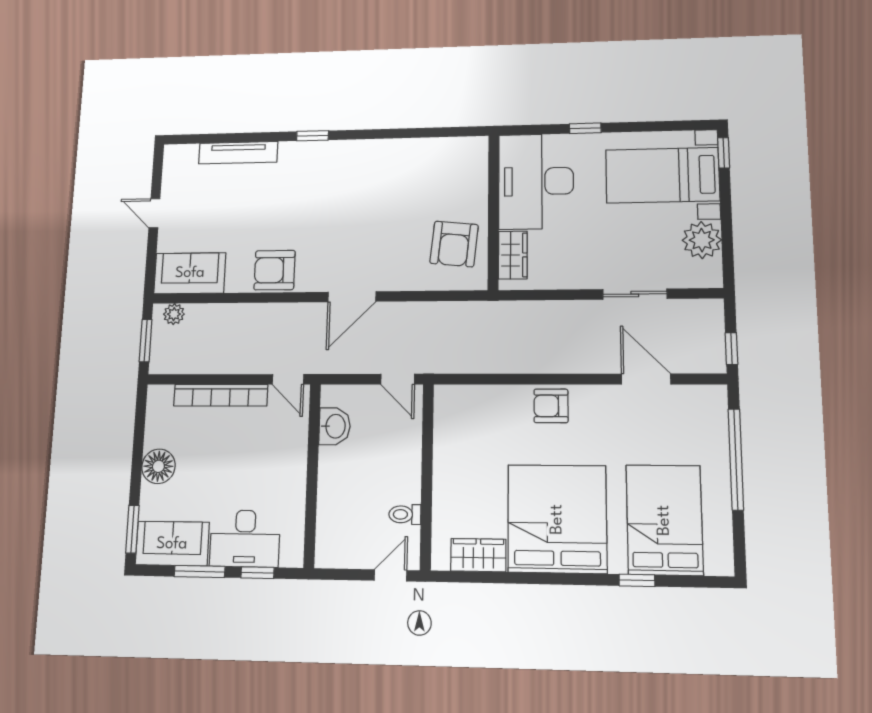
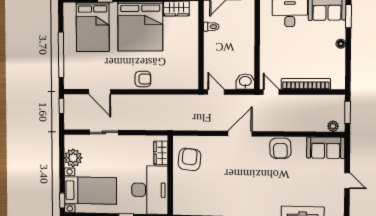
armchair: (275, 270) -> (280, 148), turned 88
washbasin: (335, 426) -> (245, 82), moved, turned 90
floor lamp: (158, 466) -> (341, 44), width x0.53, depth x0.53

